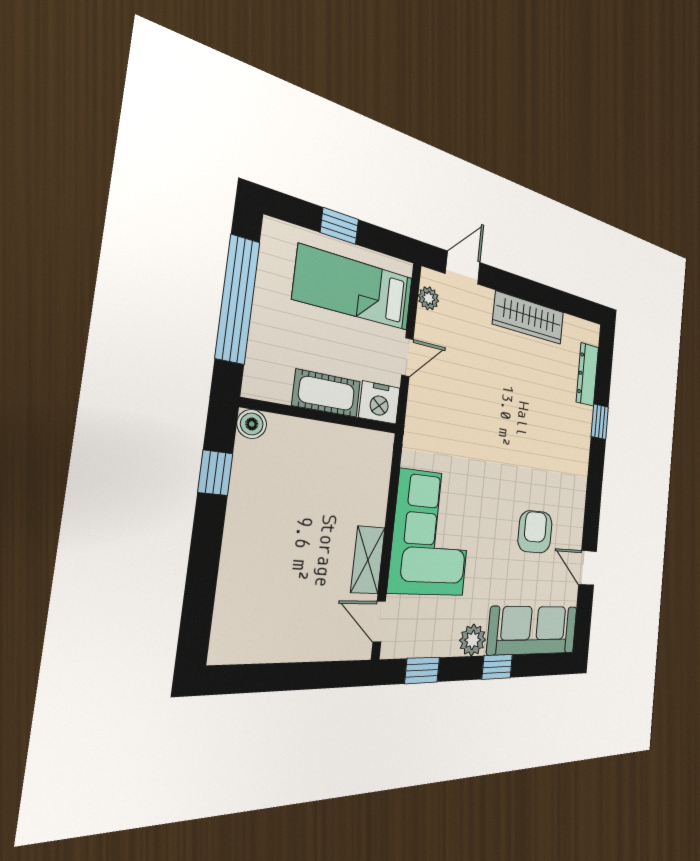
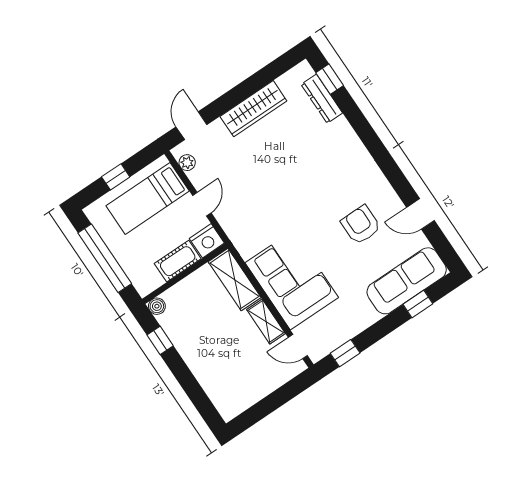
window: (600, 422) -> (330, 79), moved
shelving: (373, 477) -> (235, 280), added
plant: (473, 640) -> (366, 316), removed
window: (497, 667) -> (418, 304), moved

